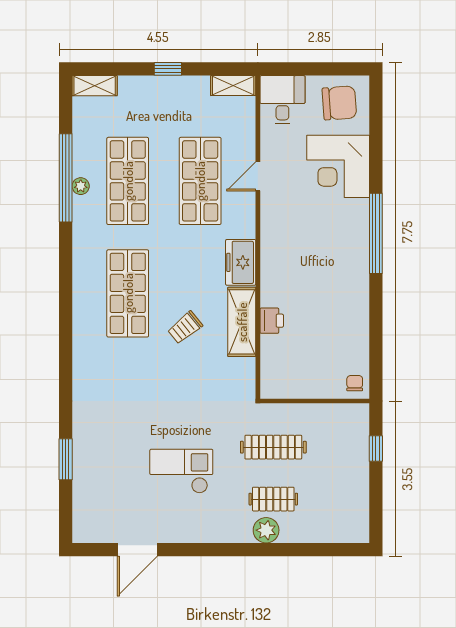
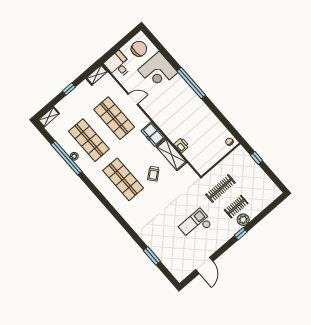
door: (258, 176) -> (133, 99), swing flipped
window: (242, 550) -> (241, 234), added

